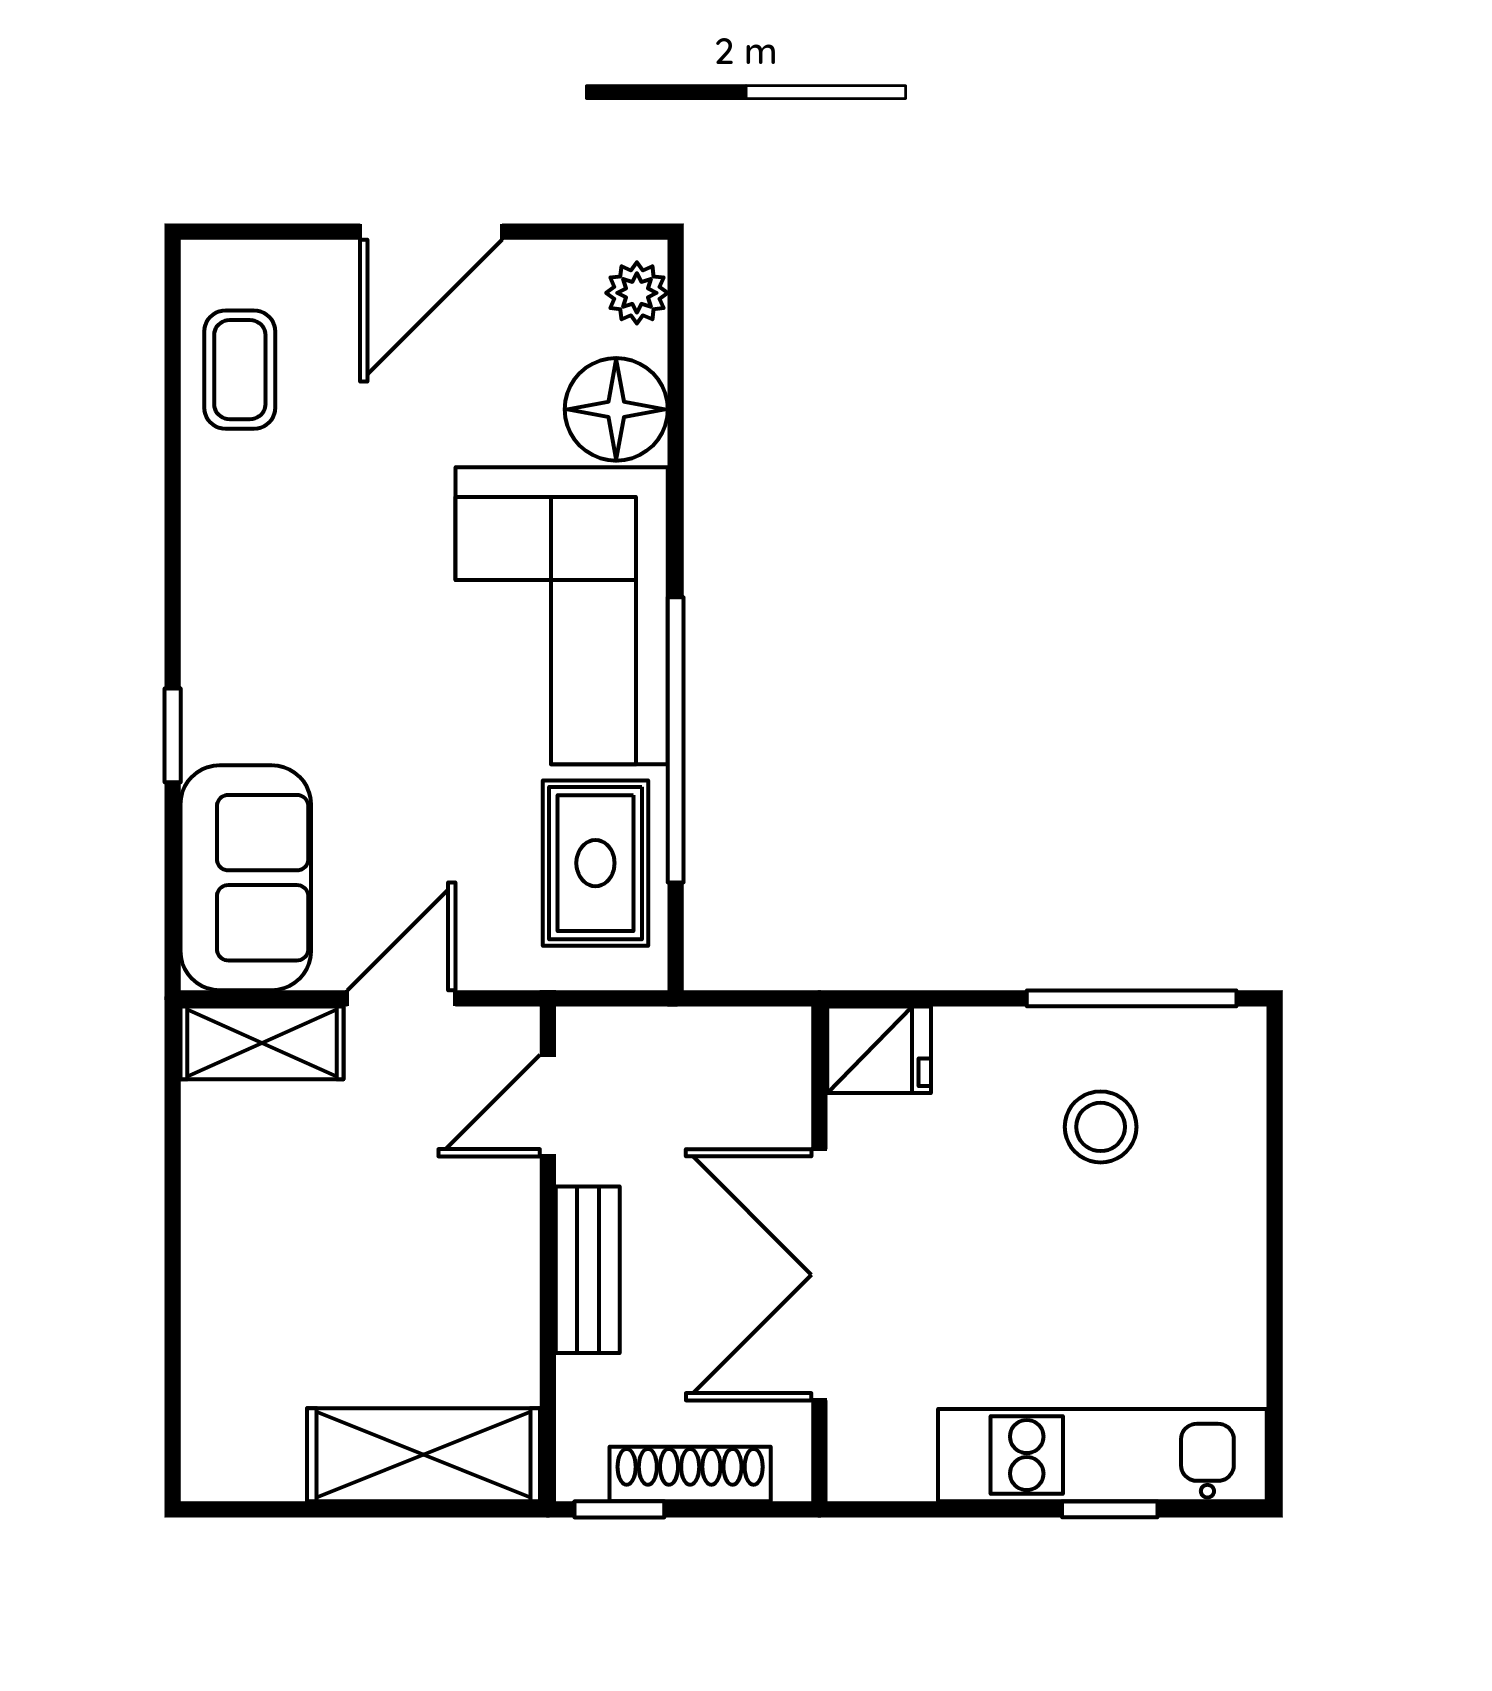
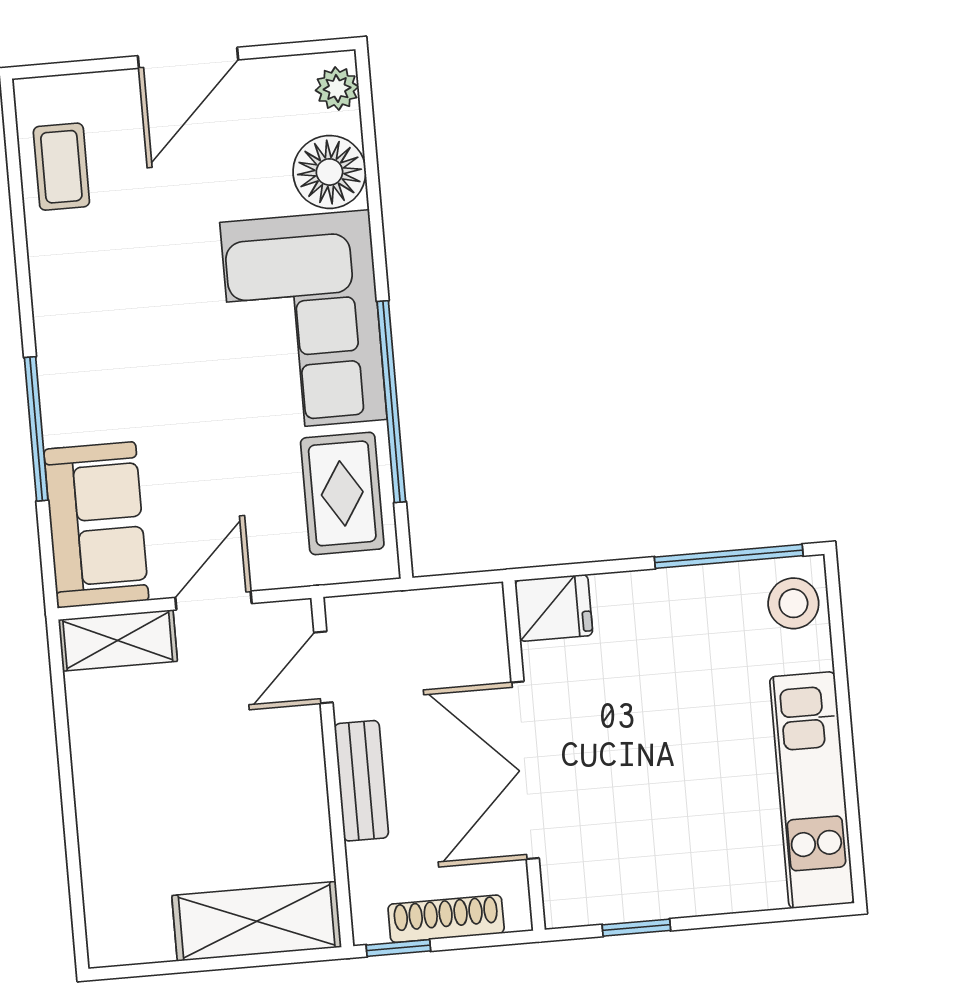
window: (173, 735) -> (36, 429), width x2.17
stool: (1101, 1127) -> (793, 603), moved
kitchen unit: (1102, 1455) -> (812, 790), moved, turned -90
window: (1110, 1509) -> (636, 928), moved

